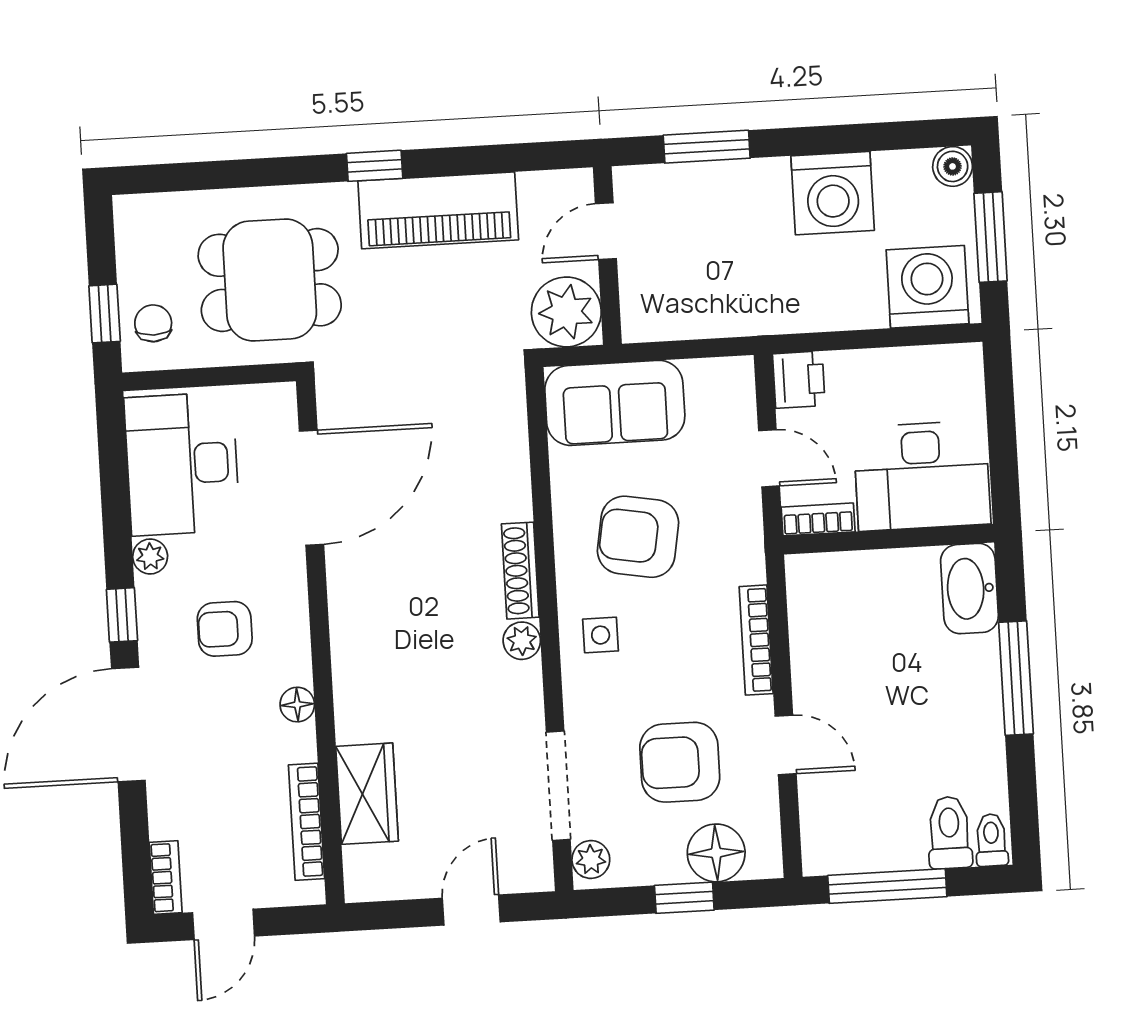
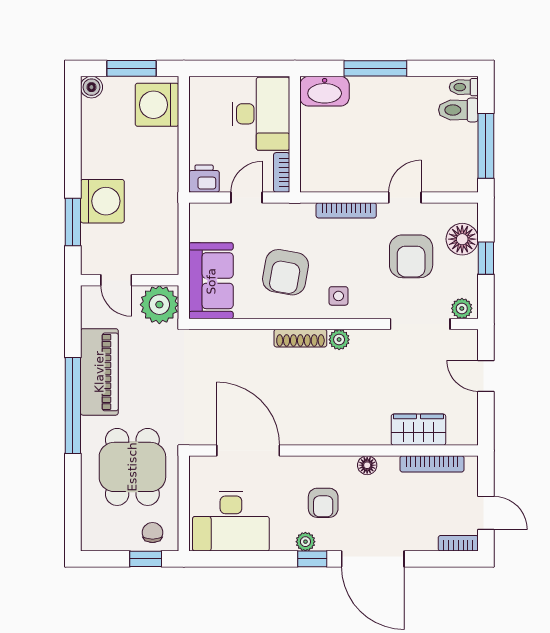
window: (375, 166) -> (73, 406), width x3.17
washing machine: (833, 193) -> (102, 201), moved
chair: (153, 323) -> (153, 533), turned 90
plant: (150, 556) -> (305, 542), moved

